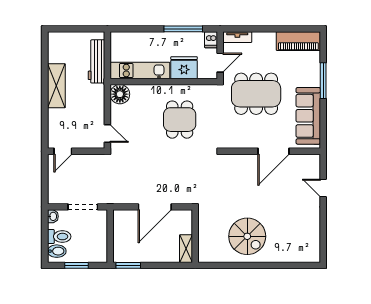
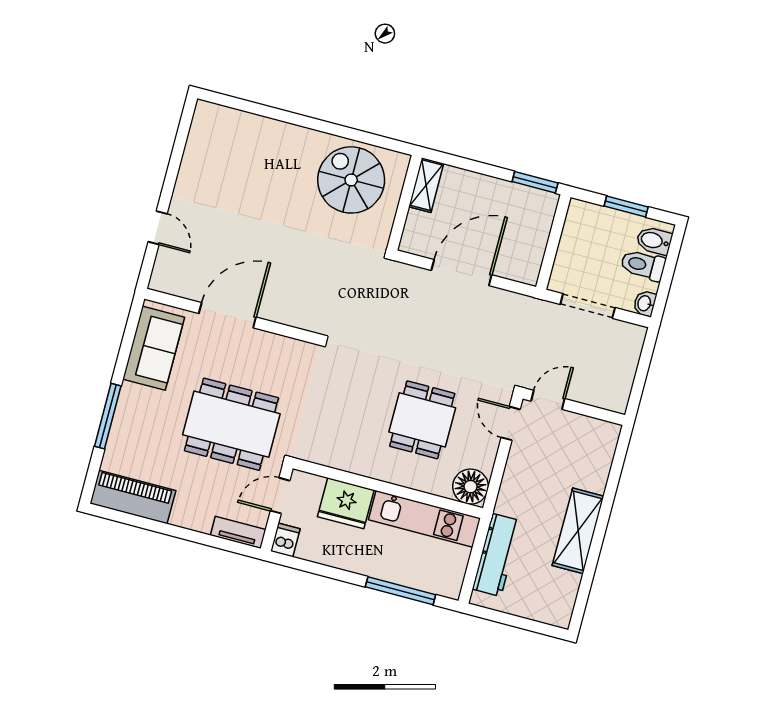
window: (183, 29) -> (400, 591), moved
sofa: (308, 116) -> (154, 348), width x0.73
dining table: (180, 120) -> (422, 420), moved
door: (63, 151) -> (548, 400), moved
spiral stairs: (247, 236) -> (351, 180), moved

